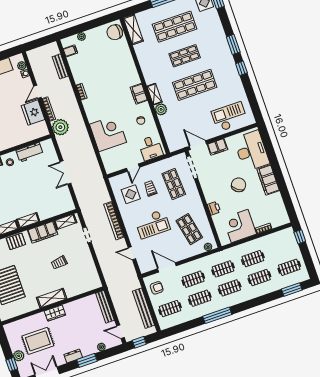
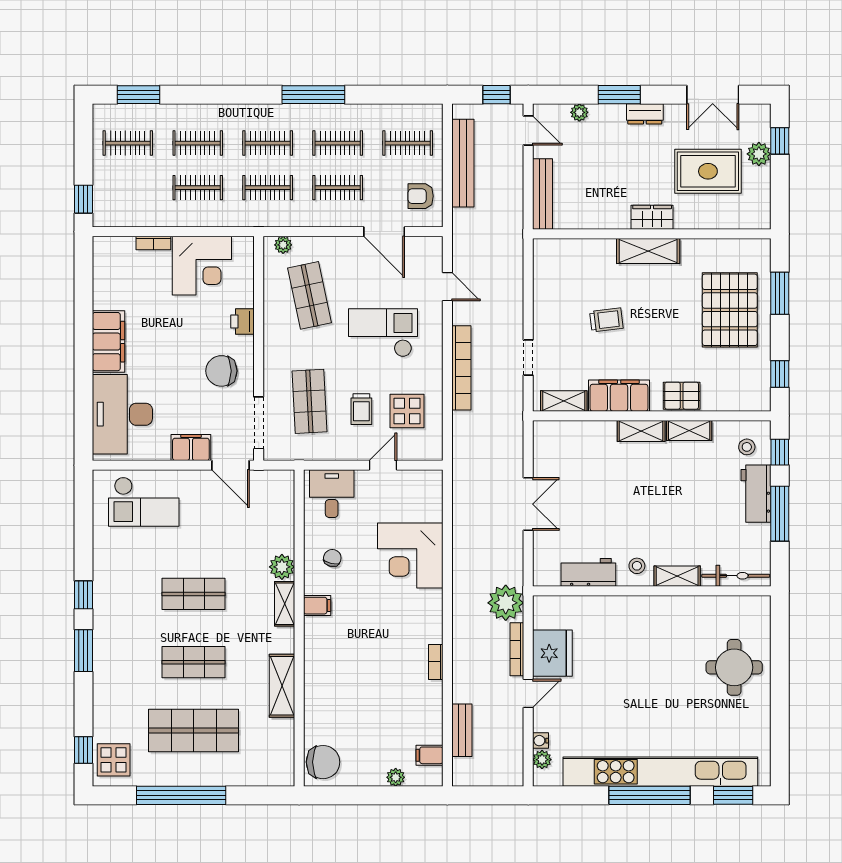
shelving: (133, 29) -> (282, 686), moved
shop shelf: (195, 85) -> (194, 594), width x0.70, depth x0.74
filing cabinet: (139, 94) -> (317, 606), width x0.50
chair: (239, 185) -> (221, 371), moved, turned 53

